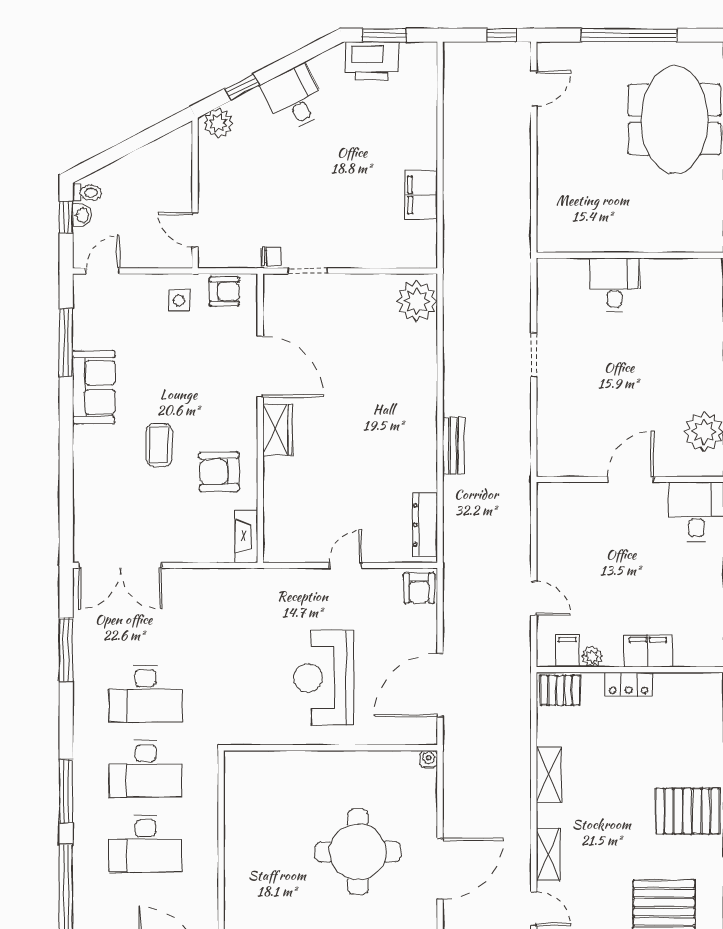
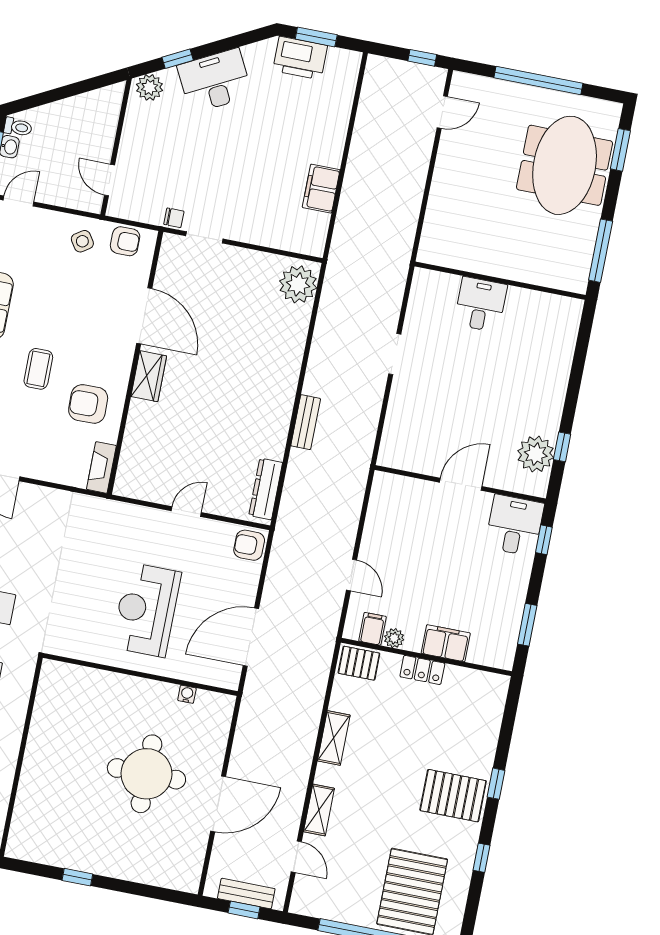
desk: (295, 98) -> (215, 81), width x1.37
side table: (179, 300) -> (82, 241), turned -34
armchair: (419, 588) -> (249, 545), turned 90
water cooler: (429, 759) -> (187, 694), moved

